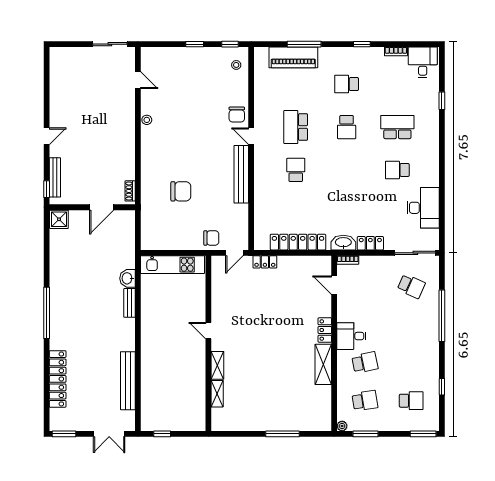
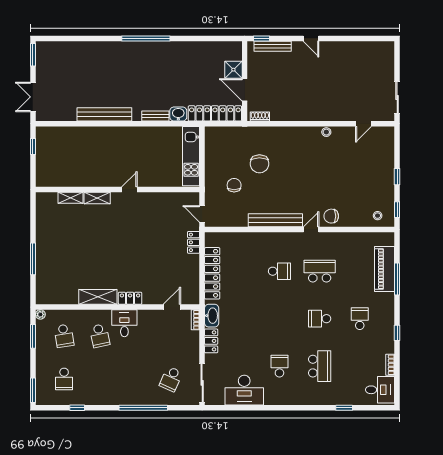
shower: (59, 219) -> (233, 70), moved
chair: (211, 238) -> (234, 185), moved, turned 180
locker: (58, 379) -> (215, 113), moved, turned 180
bench: (128, 381) -> (104, 114), moved

